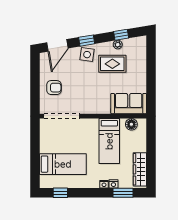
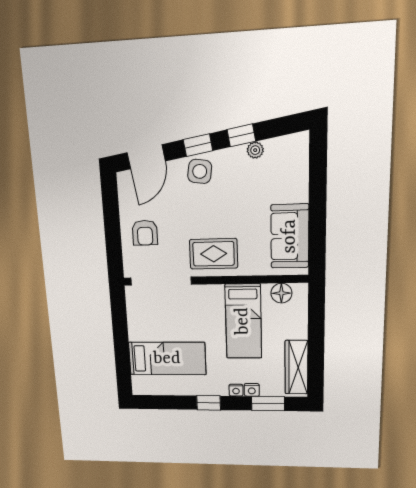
window: (121, 35) -> (241, 135), moved
rug: (112, 64) -> (214, 254), moved
armchair: (54, 88) -> (145, 233), turned 90
sofa: (129, 104) -> (290, 236), moved, turned -90
window: (60, 193) -> (209, 403), moved

